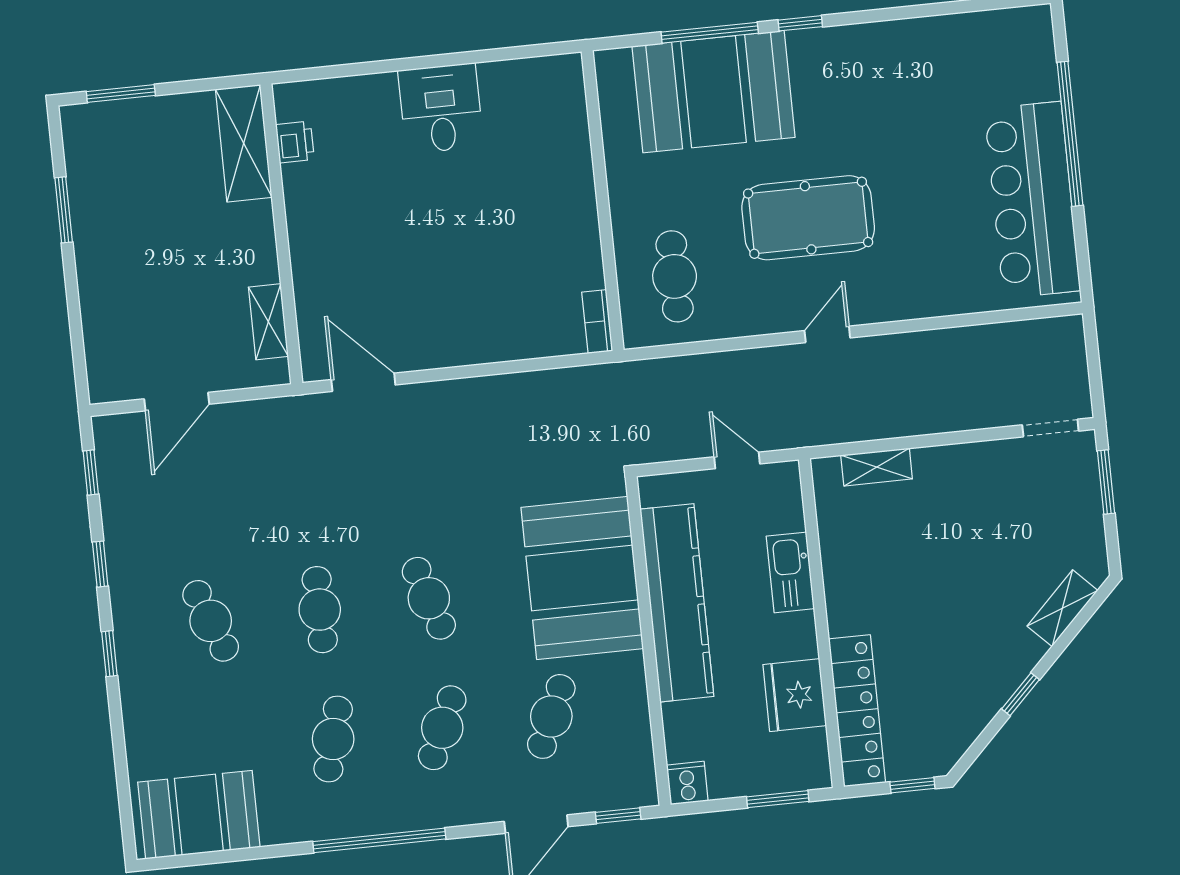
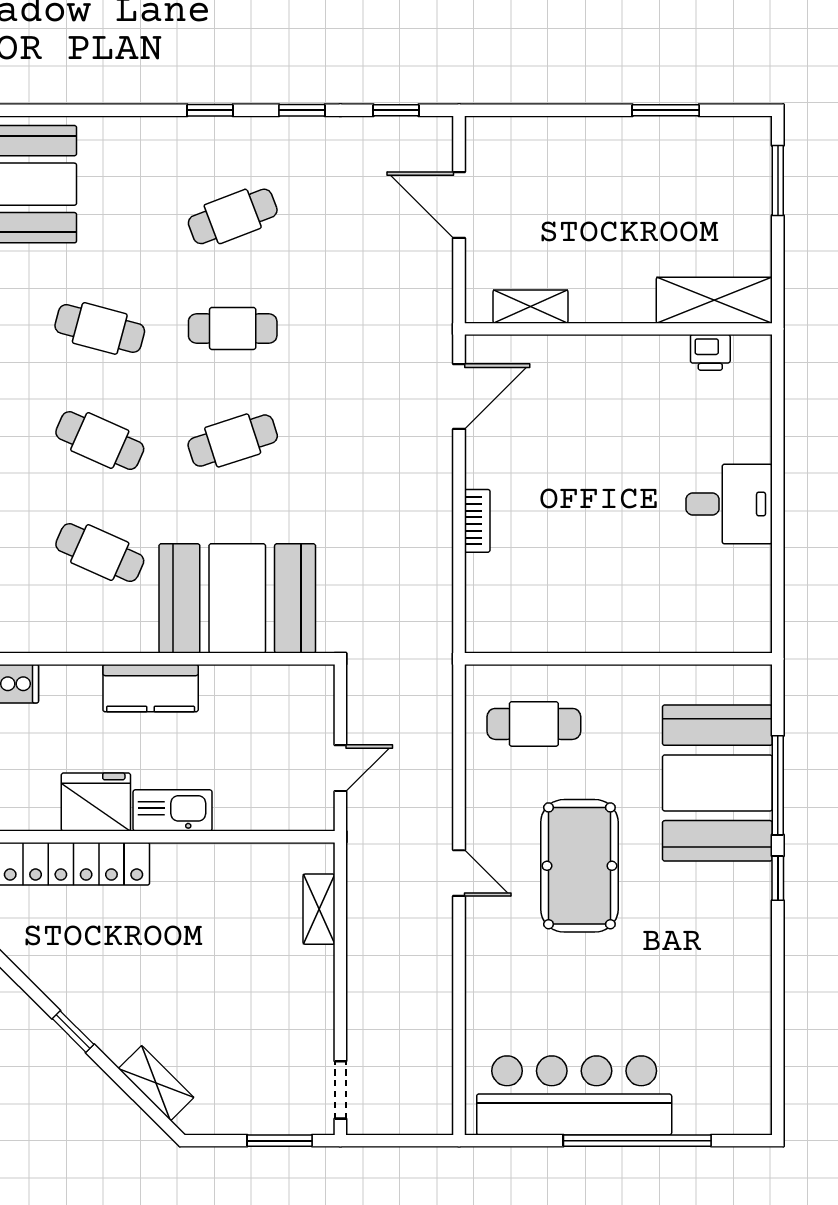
bookcase: (597, 322) -> (477, 521), moved, turned 90
kitchen sink: (790, 572) -> (173, 810), moved
kitchen counter: (677, 603) -> (151, 688), width x0.48, depth x0.86

